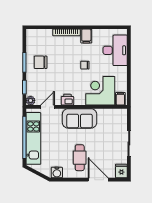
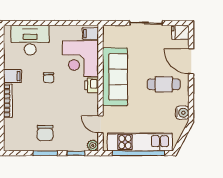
printer: (67, 100) -> (92, 85), moved
sofa: (80, 118) -> (115, 77), width x1.36
door: (98, 180) -> (191, 61), hinge flipped

